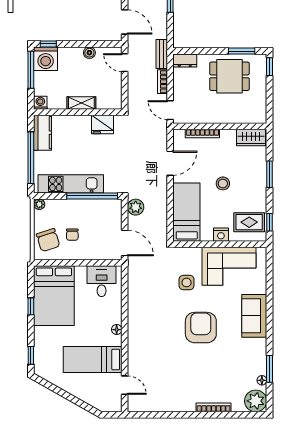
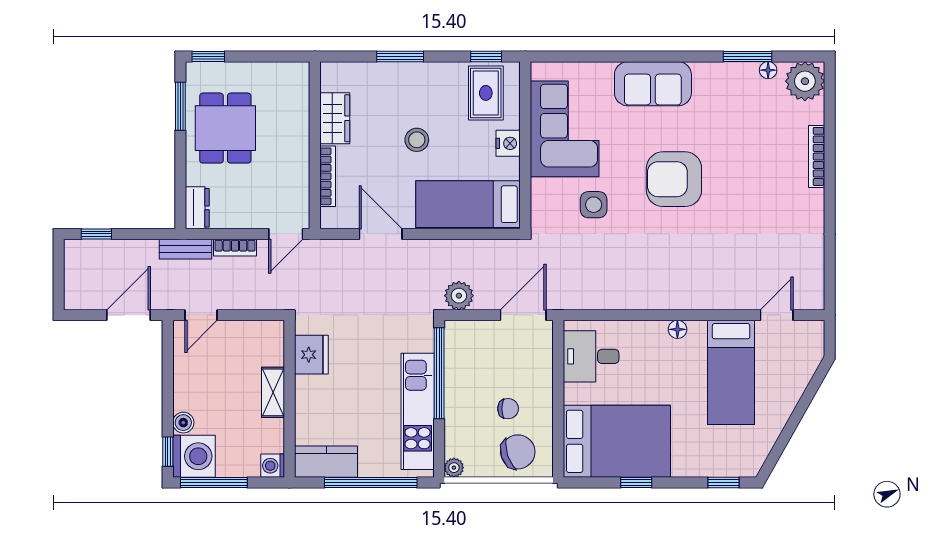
boiler: (89, 53) -> (183, 423), moved
wardrobe: (251, 138) -> (335, 118), moved

